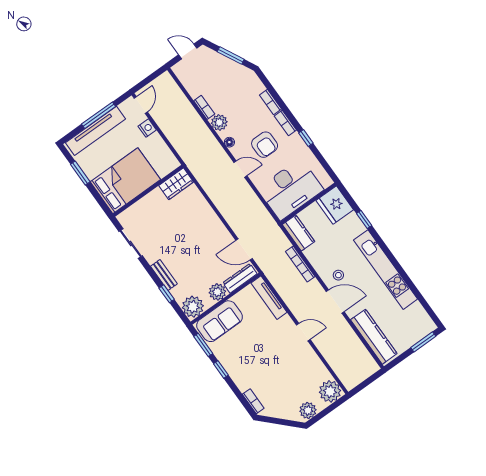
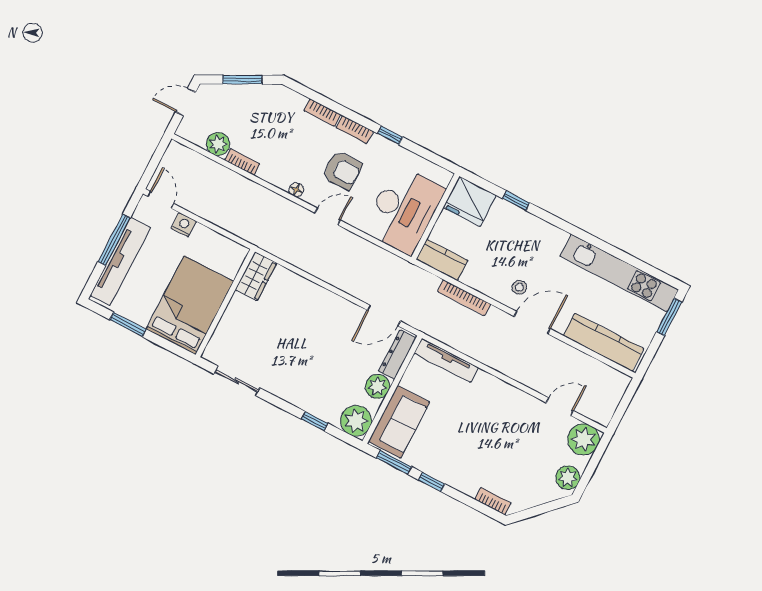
plant: (219, 122) -> (218, 144), moved
kitchen unit: (386, 270) -> (619, 273), moved
bench: (164, 275) -> (299, 399), removed
door: (303, 332) -> (560, 407), moved

